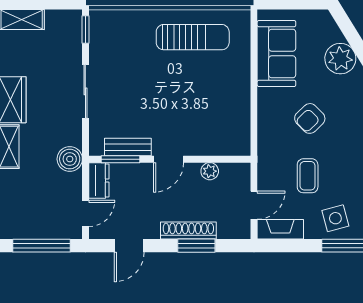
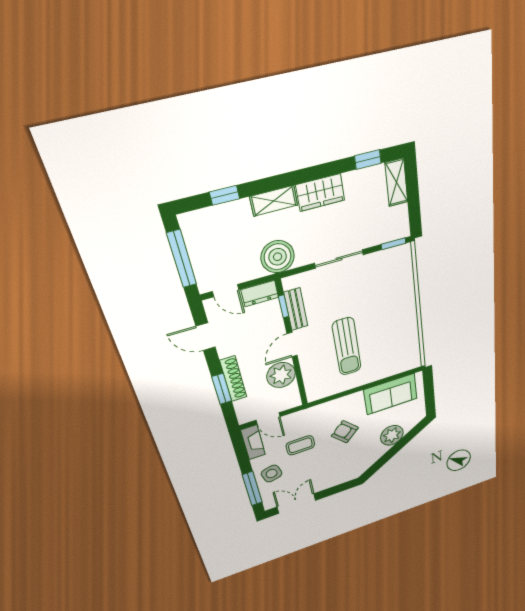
sun lounger: (193, 37) -> (347, 347), moved
boiler: (70, 159) -> (278, 257), width x1.37, depth x1.37
window: (120, 159) -> (284, 306), width x0.67
door: (169, 159) -> (292, 345), hinge flipped
plant: (210, 171) -> (281, 375), width x1.88, depth x1.88

